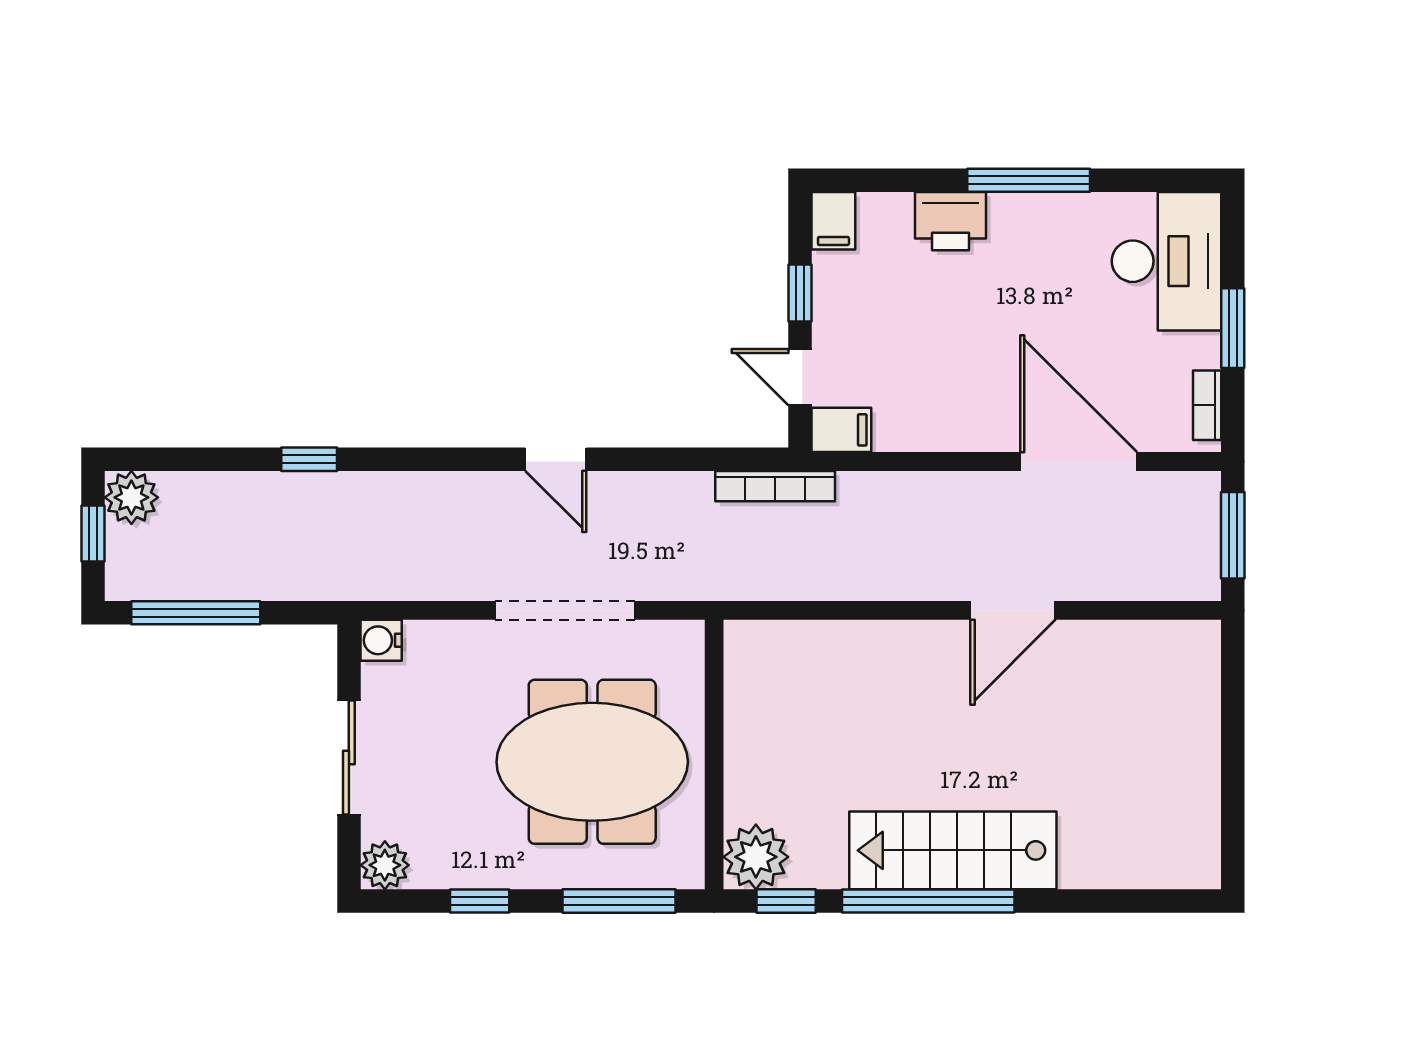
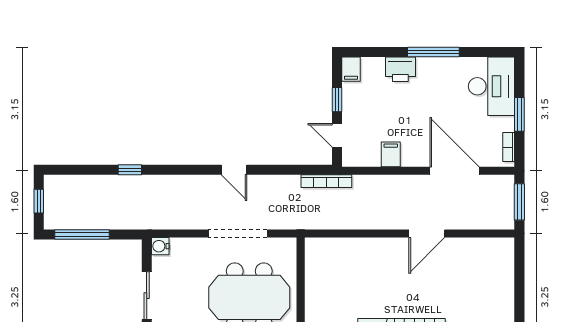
filing cabinet: (841, 430) -> (391, 154), moved, turned -90
plant: (131, 497) -> (55, 186), removed

